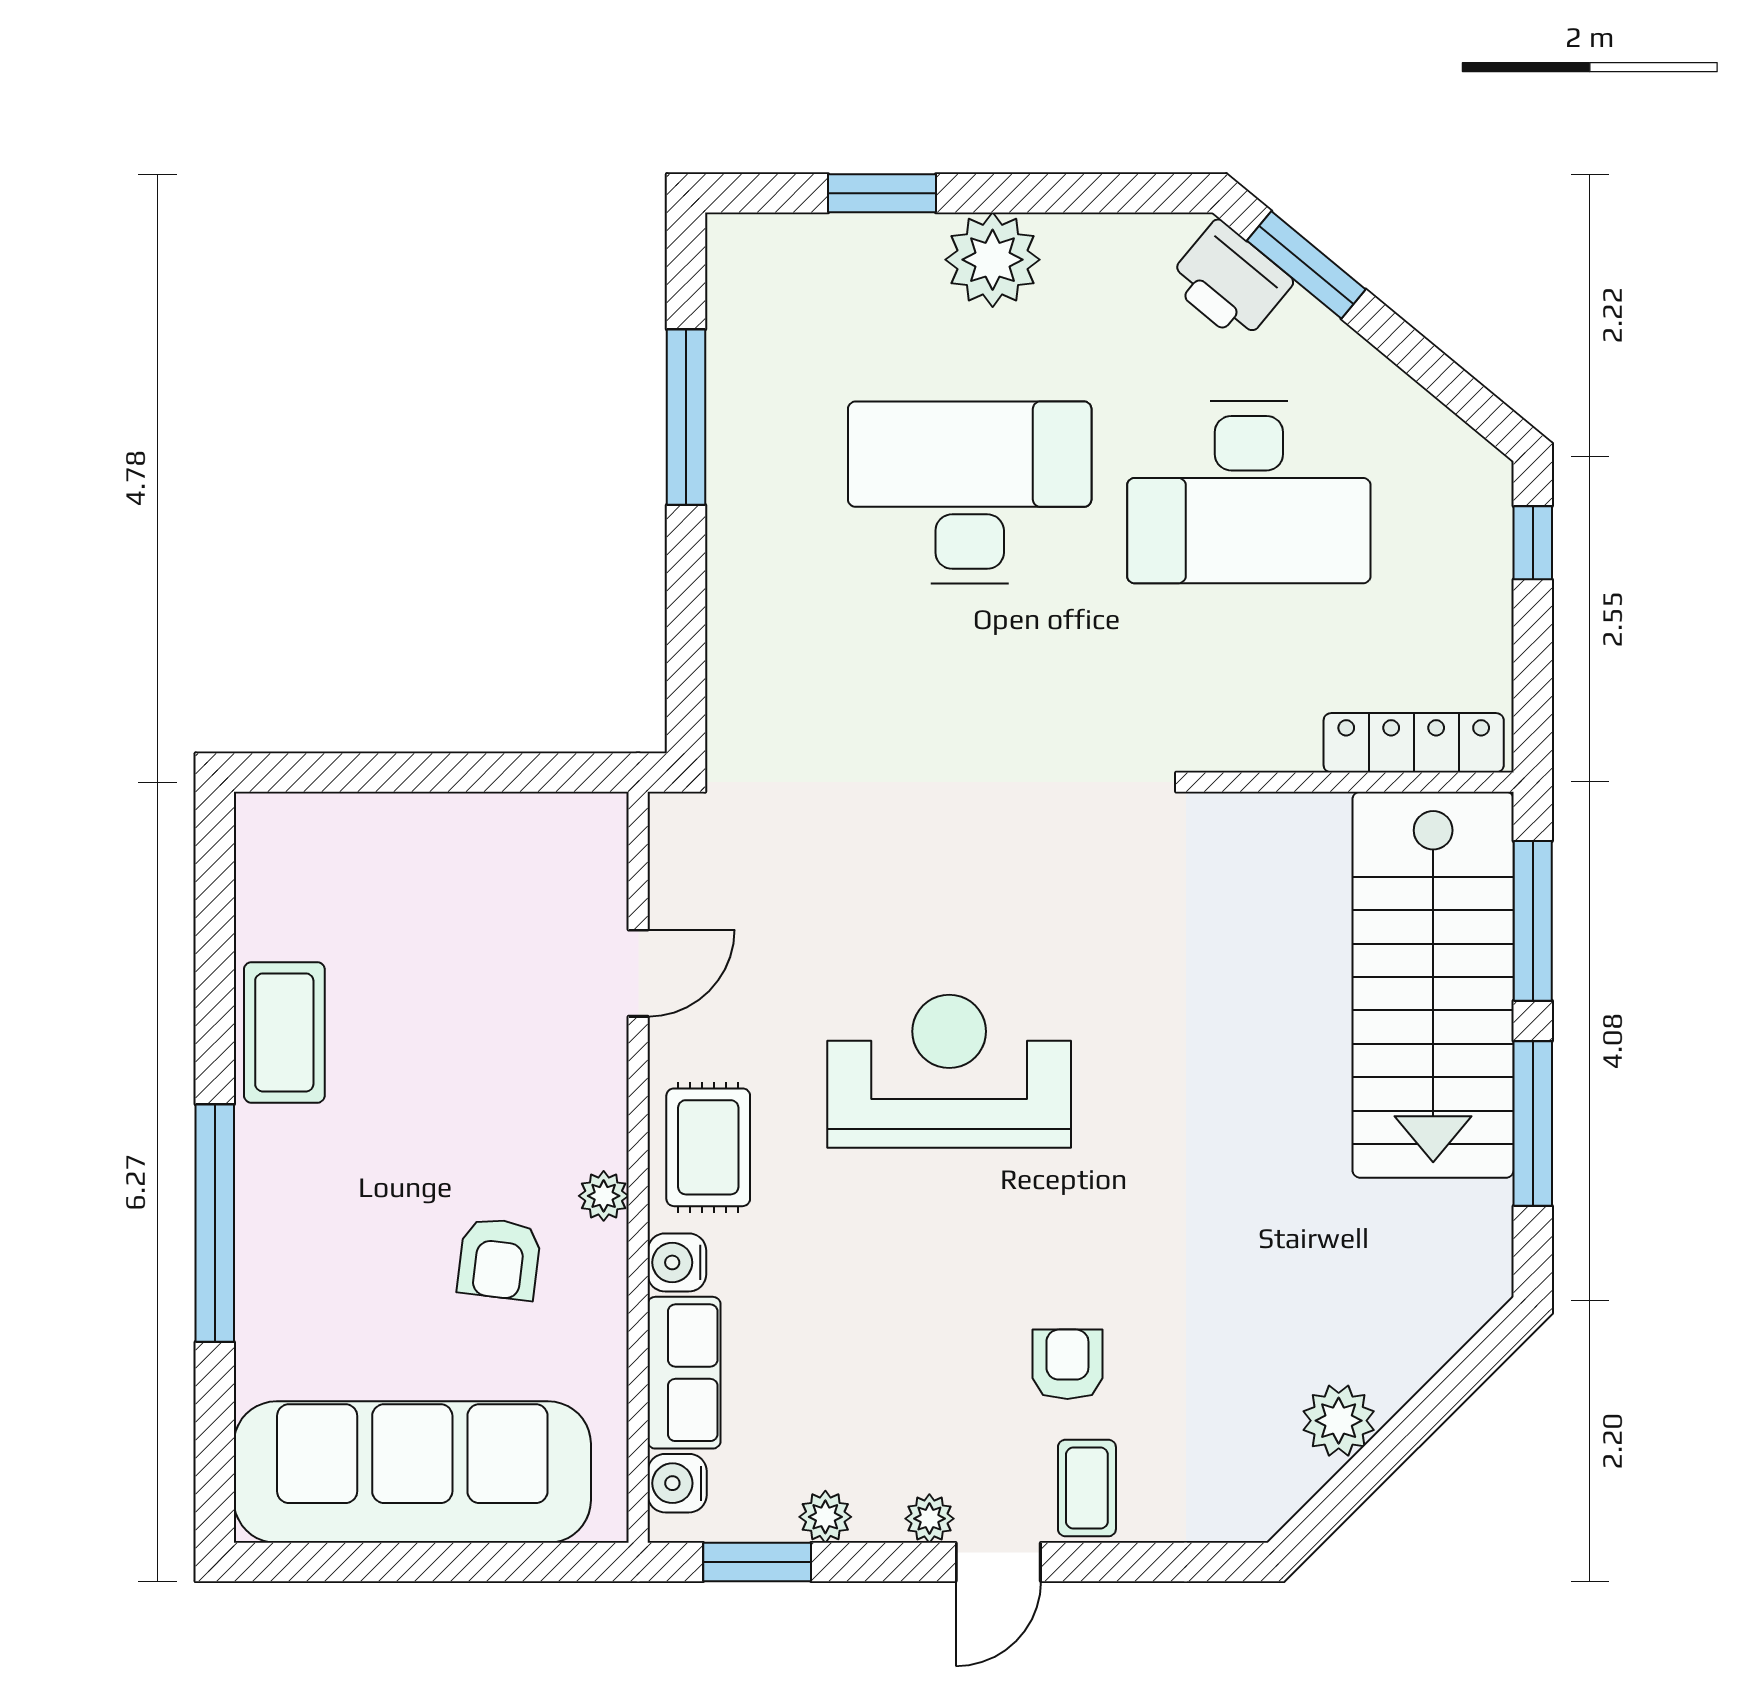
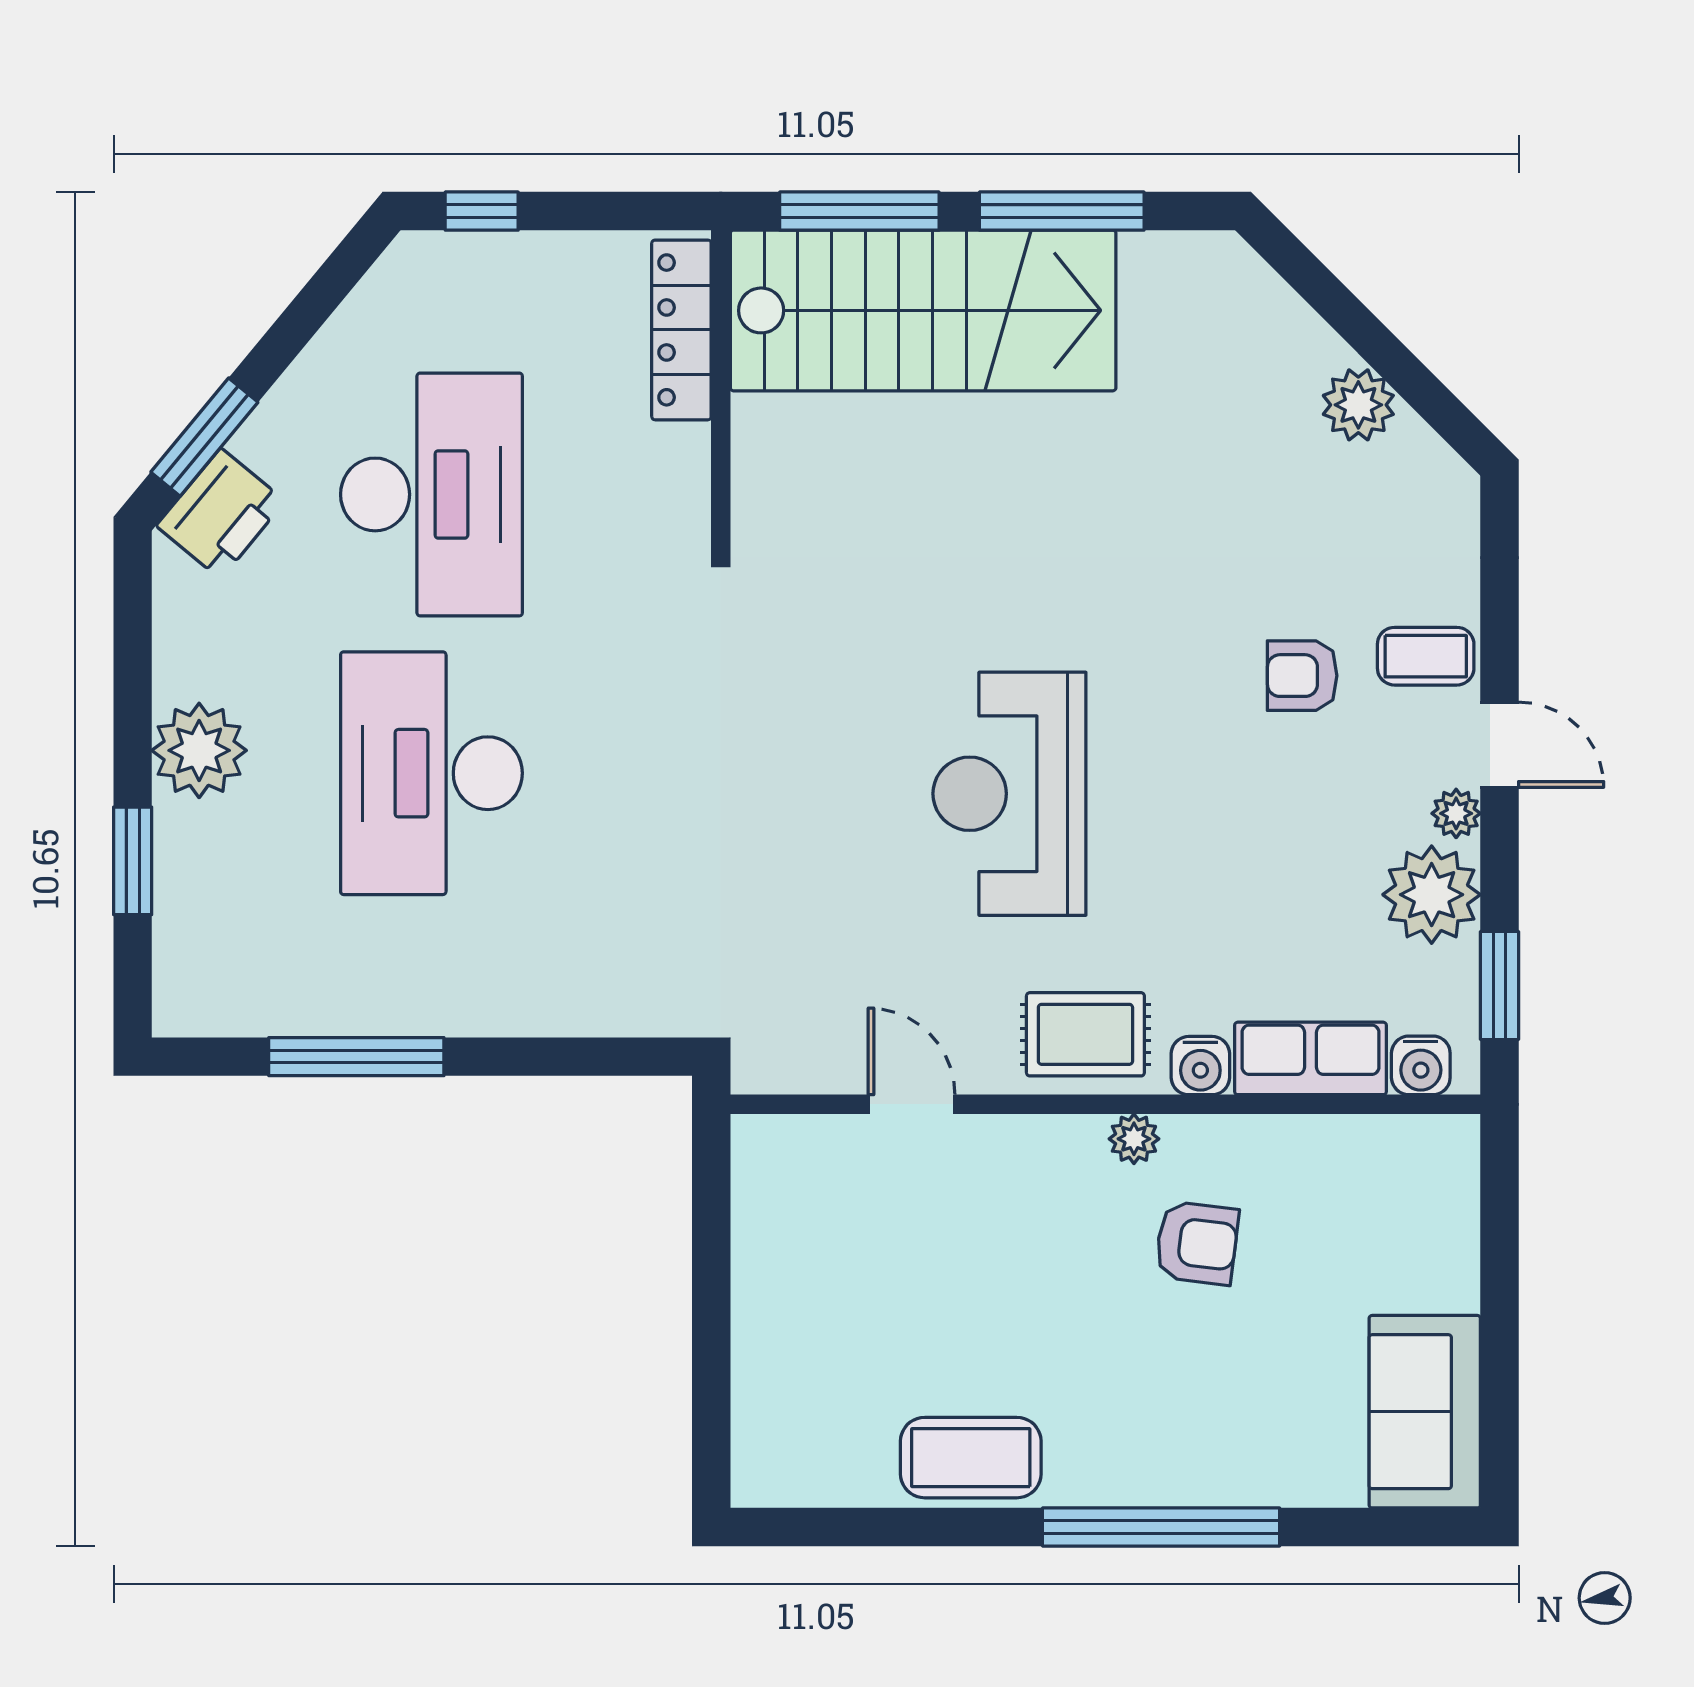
sofa: (412, 1472) -> (1425, 1412), width x0.54, depth x0.79
plant: (825, 1517) -> (1432, 895), width x1.88, depth x1.88

